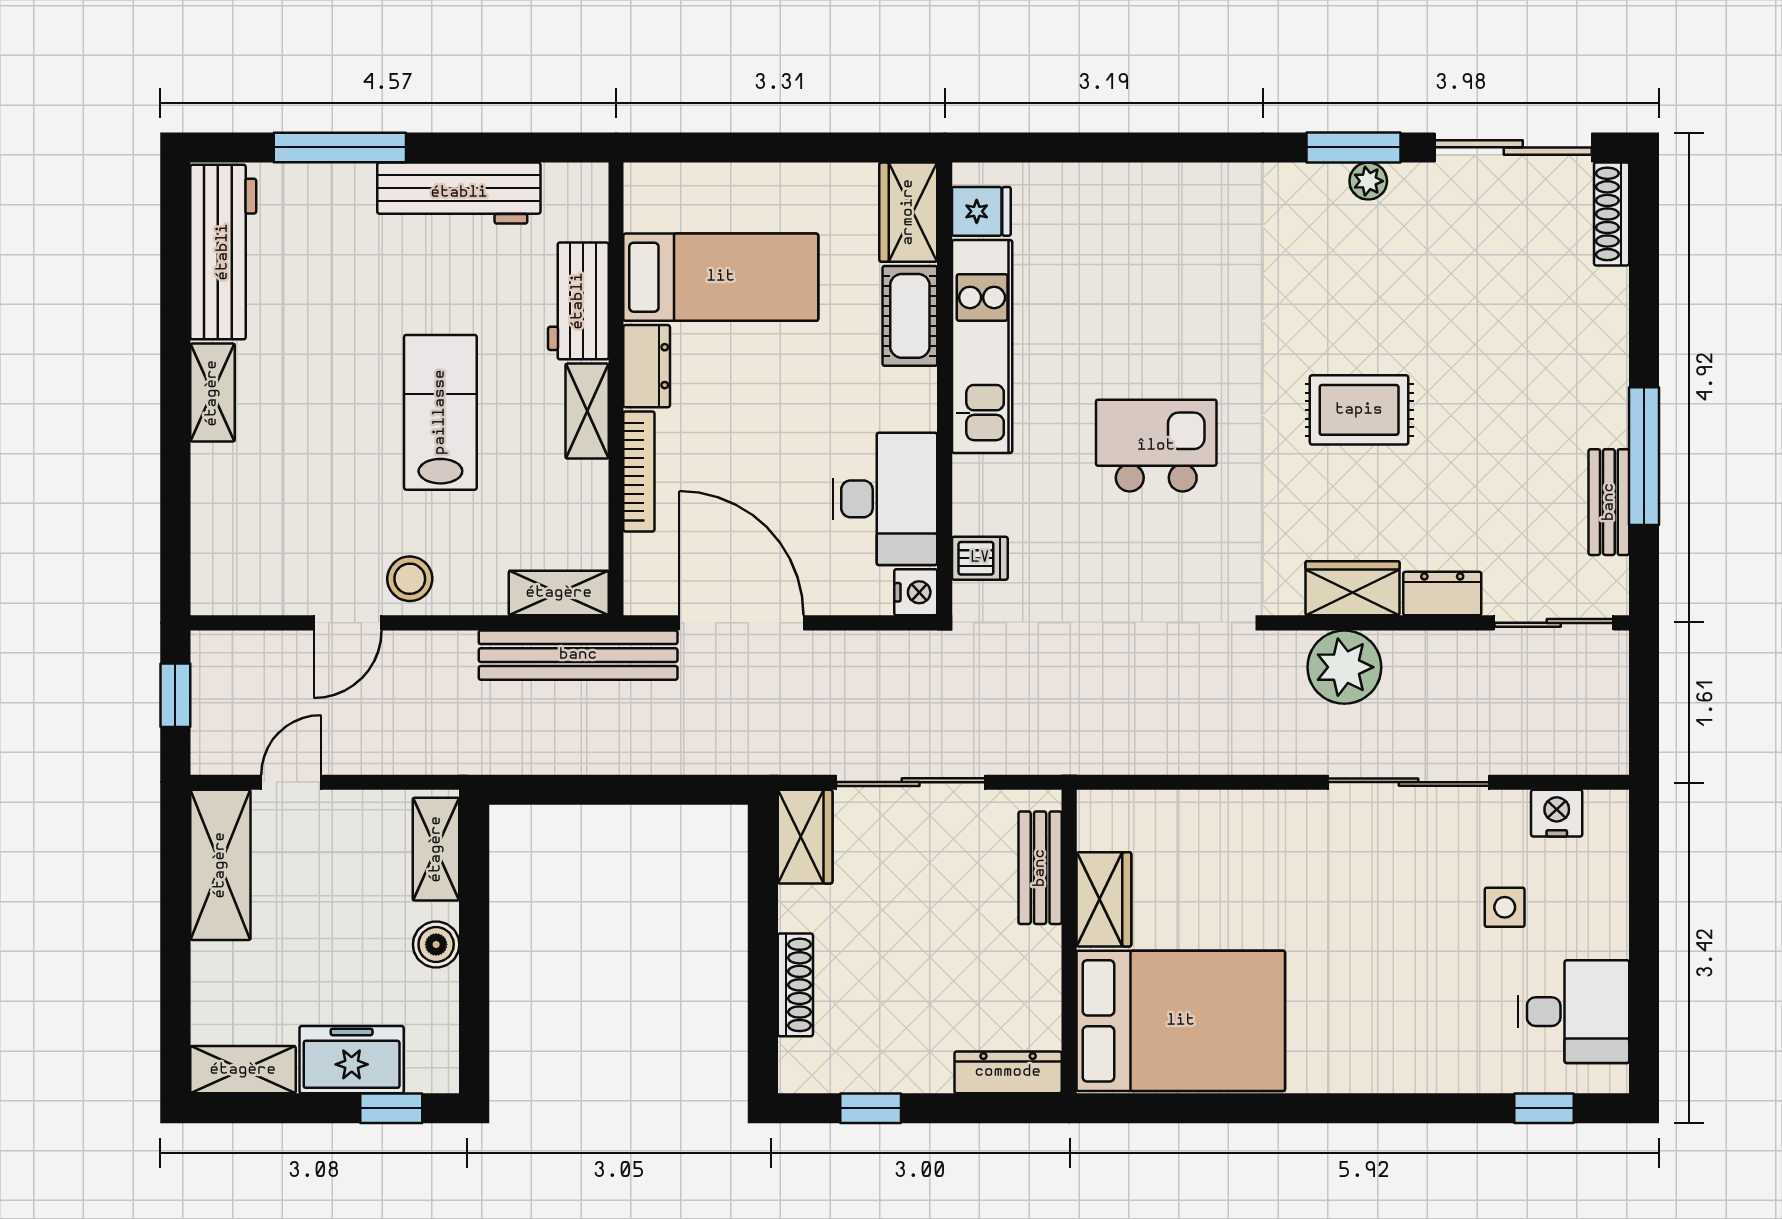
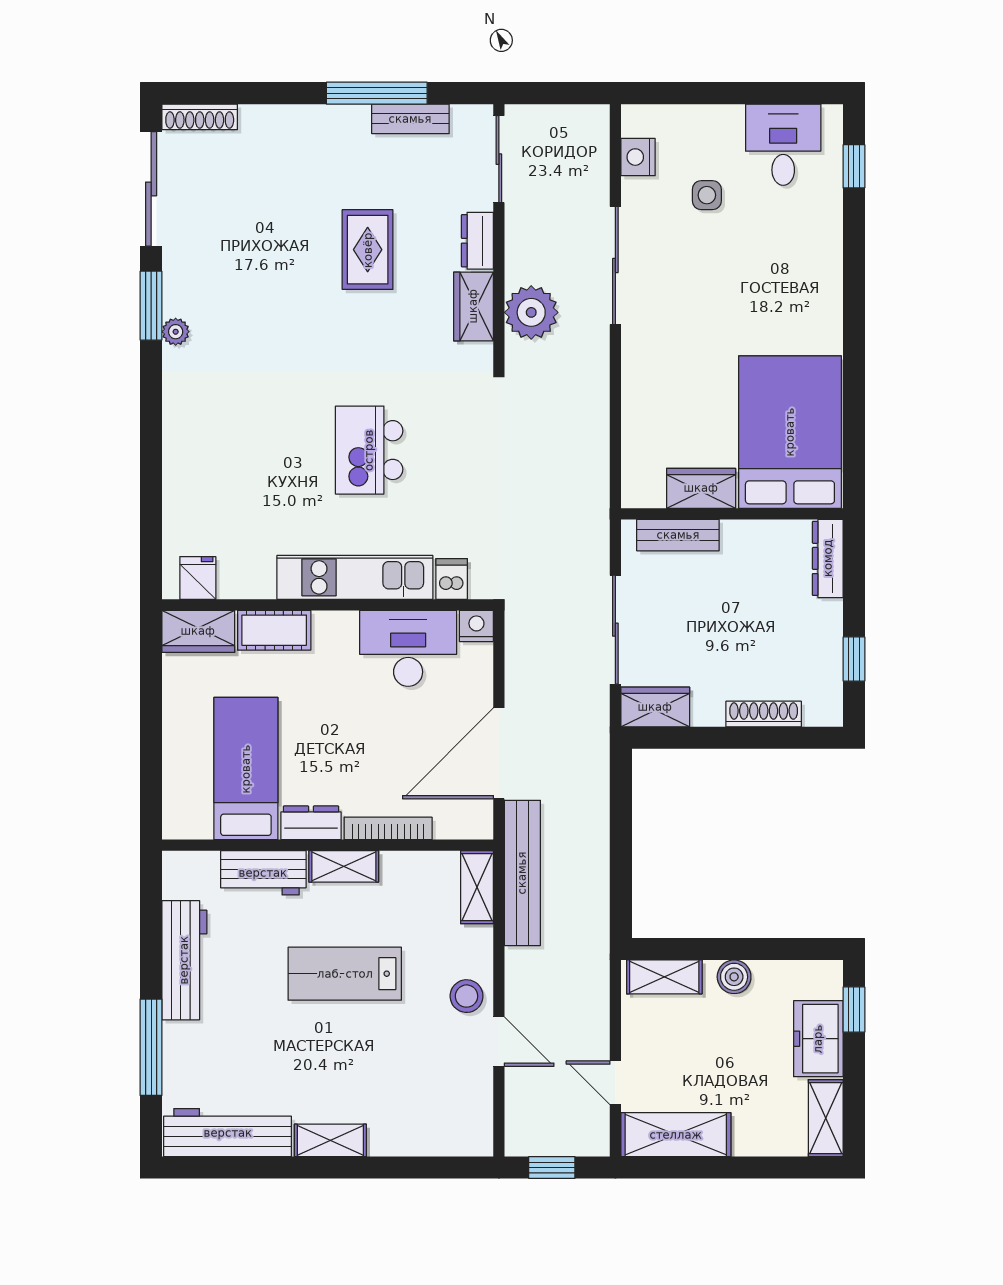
plant: (1368, 181) -> (176, 332), moved
kitchen unit: (982, 346) -> (355, 577), moved
rug: (1359, 410) -> (368, 250), moved

